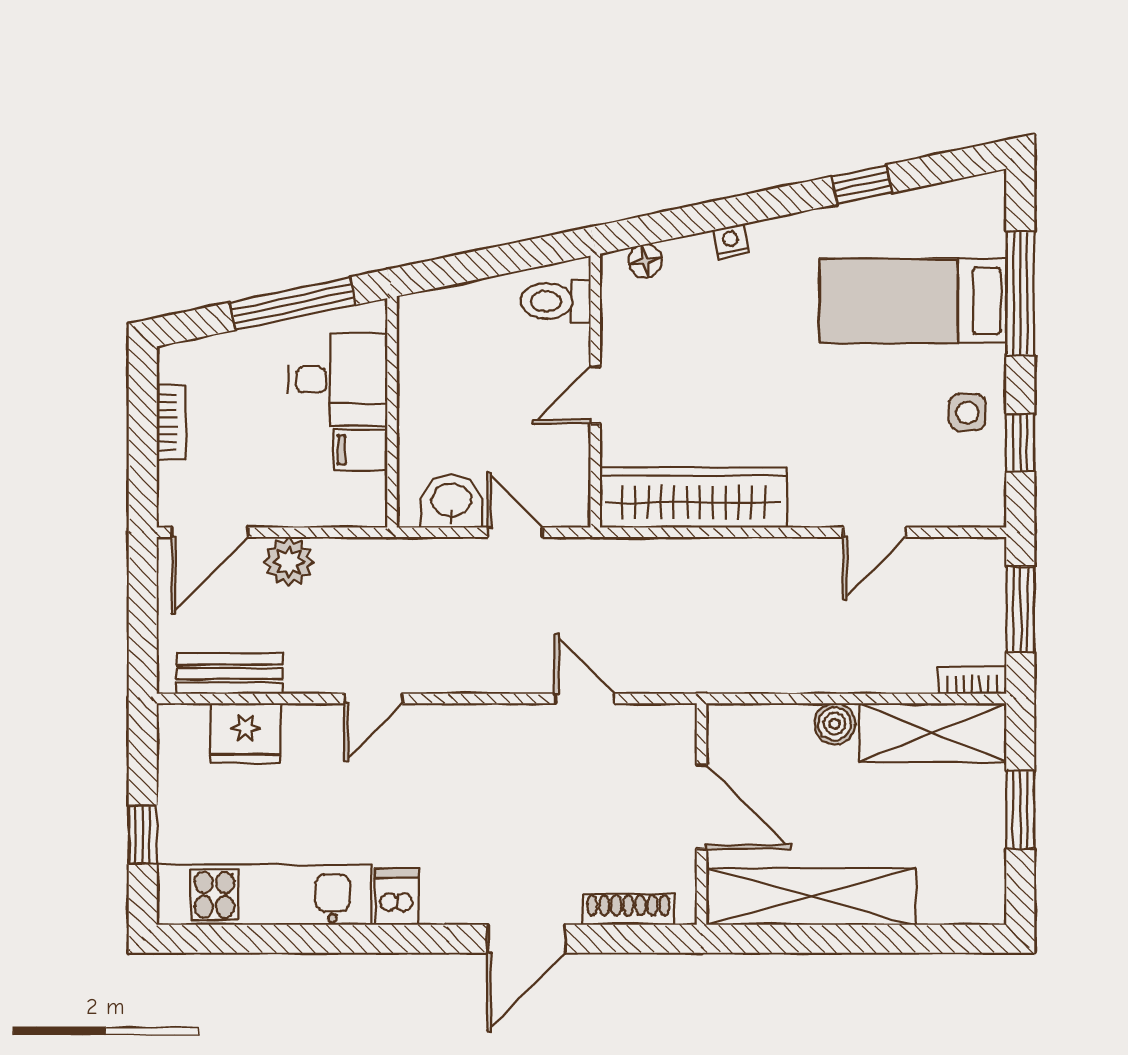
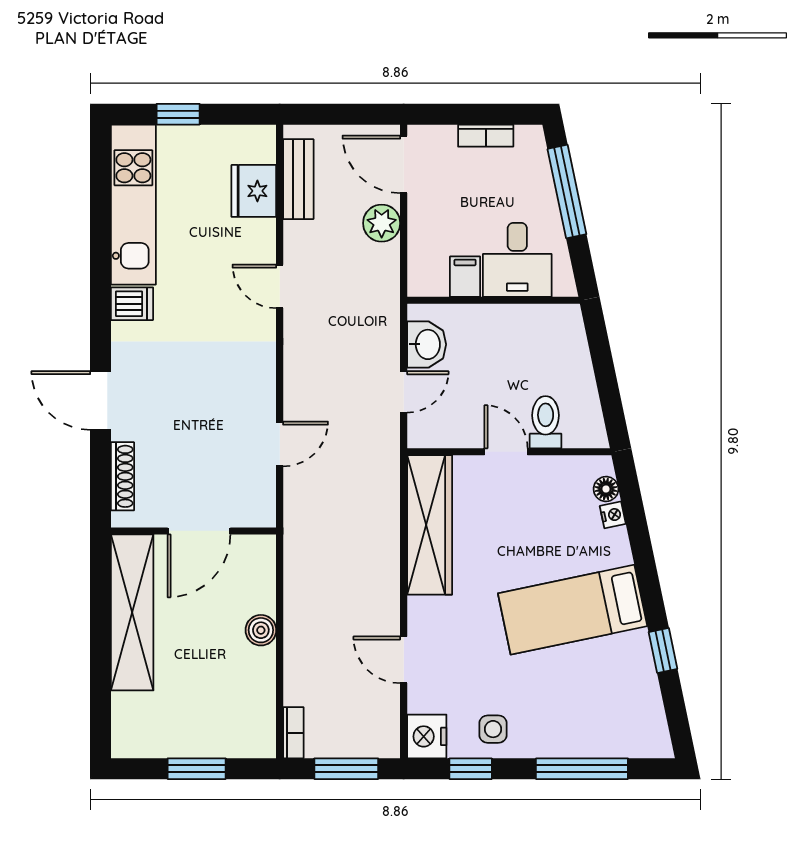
nightstand: (731, 241) -> (613, 515), moved
toilet: (556, 301) -> (546, 422), moved
bed: (913, 301) -> (573, 610), moved, turned -102
window: (293, 304) -> (567, 192), moved
nightstand: (977, 501) -> (427, 736), added
shelving: (933, 733) -> (254, 703), removed

